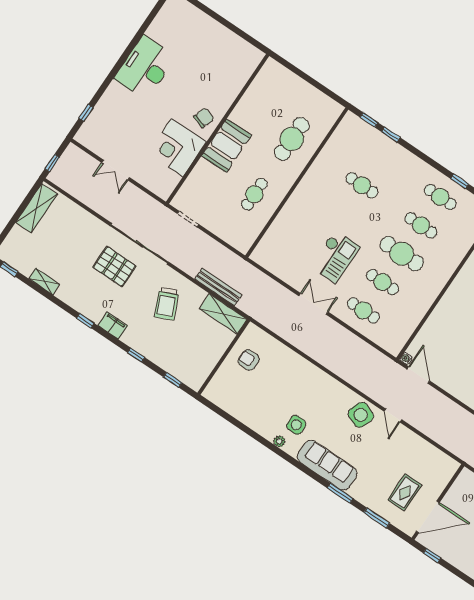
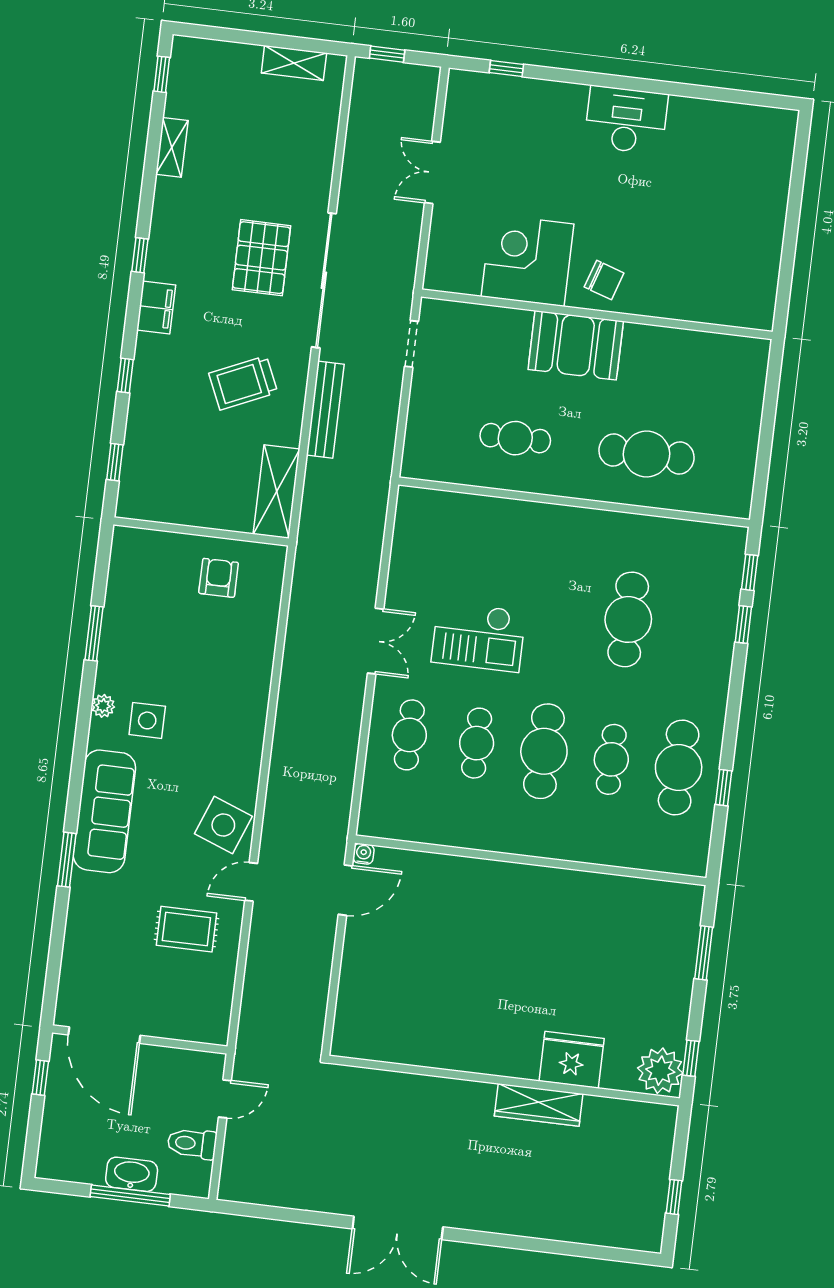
desk: (145, 68) -> (626, 120), width x0.73, depth x0.77
cafe table: (362, 185) -> (628, 619), width x1.37, depth x1.35
cafe table: (440, 197) -> (679, 768), width x1.37, depth x1.35
shelving: (37, 208) -> (294, 63), width x0.67, depth x0.75
bench: (218, 287) -> (325, 410), moved
rug: (405, 492) -> (186, 929), moved
window: (377, 518) -> (94, 633), moved

